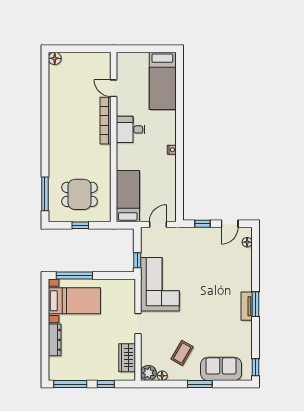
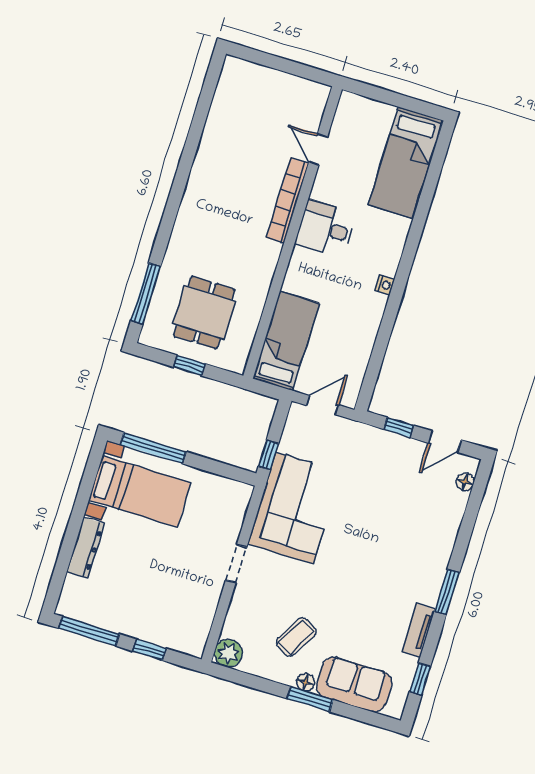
floor lamp: (55, 58) -> (233, 68), removed
dining table: (79, 194) -> (204, 313), turned 90
tv unit: (247, 306) -> (419, 630), moved
wardrobe: (127, 358) -> (200, 616), removed
window: (255, 367) -> (420, 679), moved
floor lamp: (162, 376) -> (306, 682), moved

